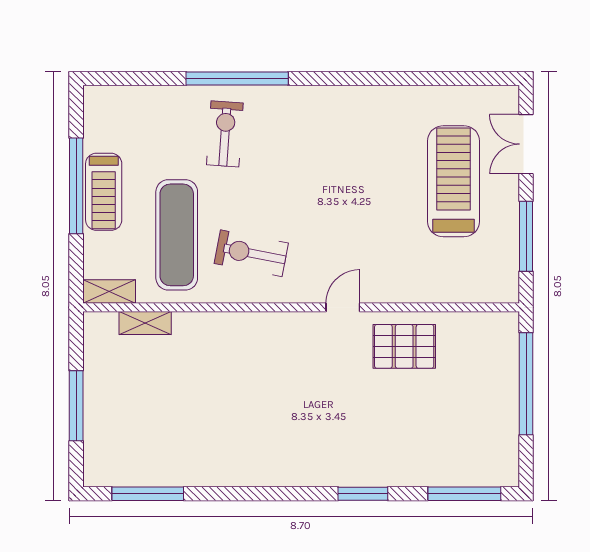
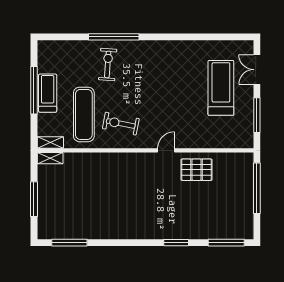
treadmill: (104, 192) -> (48, 93), turned 180
shelving: (145, 323) -> (50, 158), moved

